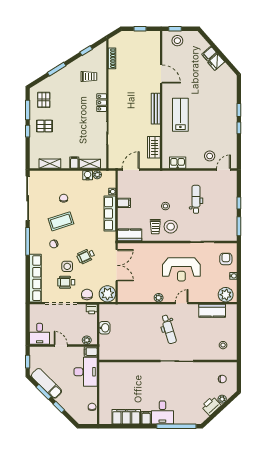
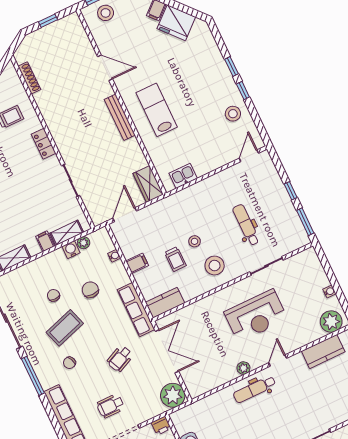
fridge: (216, 62) -> (176, 23), width x1.88, depth x1.34
wardrobe: (154, 147) -> (148, 184), moved
stool: (210, 156) -> (233, 114), moved
dental chair: (196, 199) -> (246, 225), moved
row of seats: (110, 214) -> (136, 310), moved
trolley: (155, 227) -> (175, 259), moved
armchair: (226, 259) -> (309, 274), removed
side table: (67, 266) -> (102, 384), removed
chair: (87, 294) -> (90, 290), moved
dental chair: (169, 329) -> (254, 389), moved, turned 107

